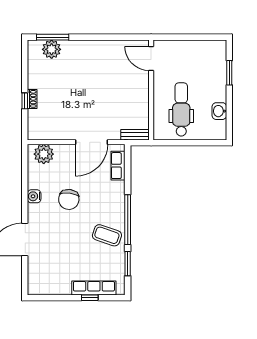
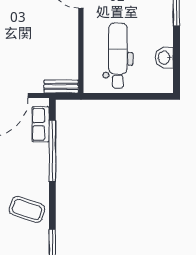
window: (128, 220) -> (52, 151), moved

